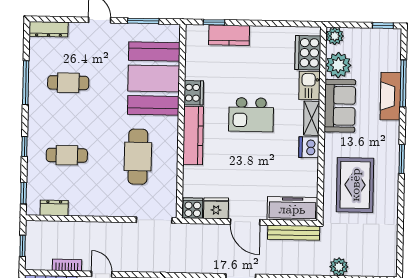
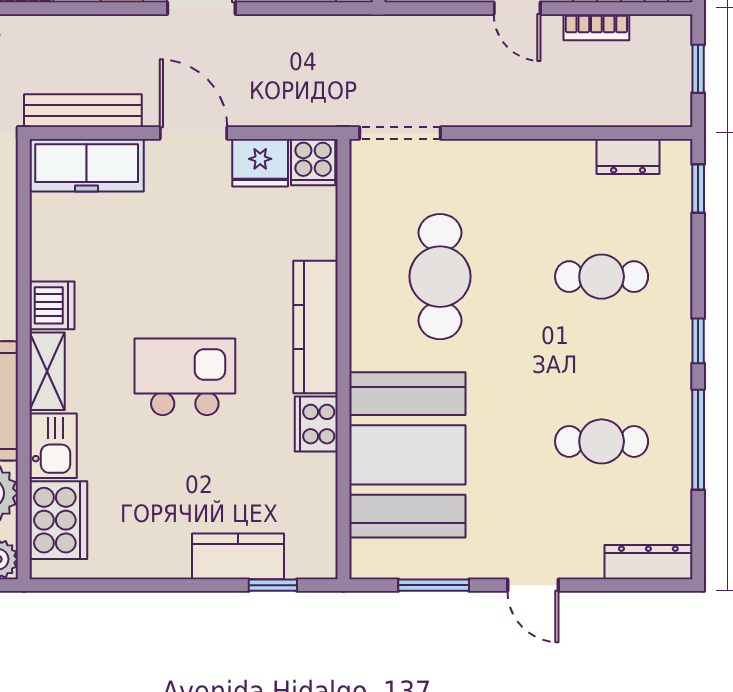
window: (24, 146) -> (698, 341), moved

